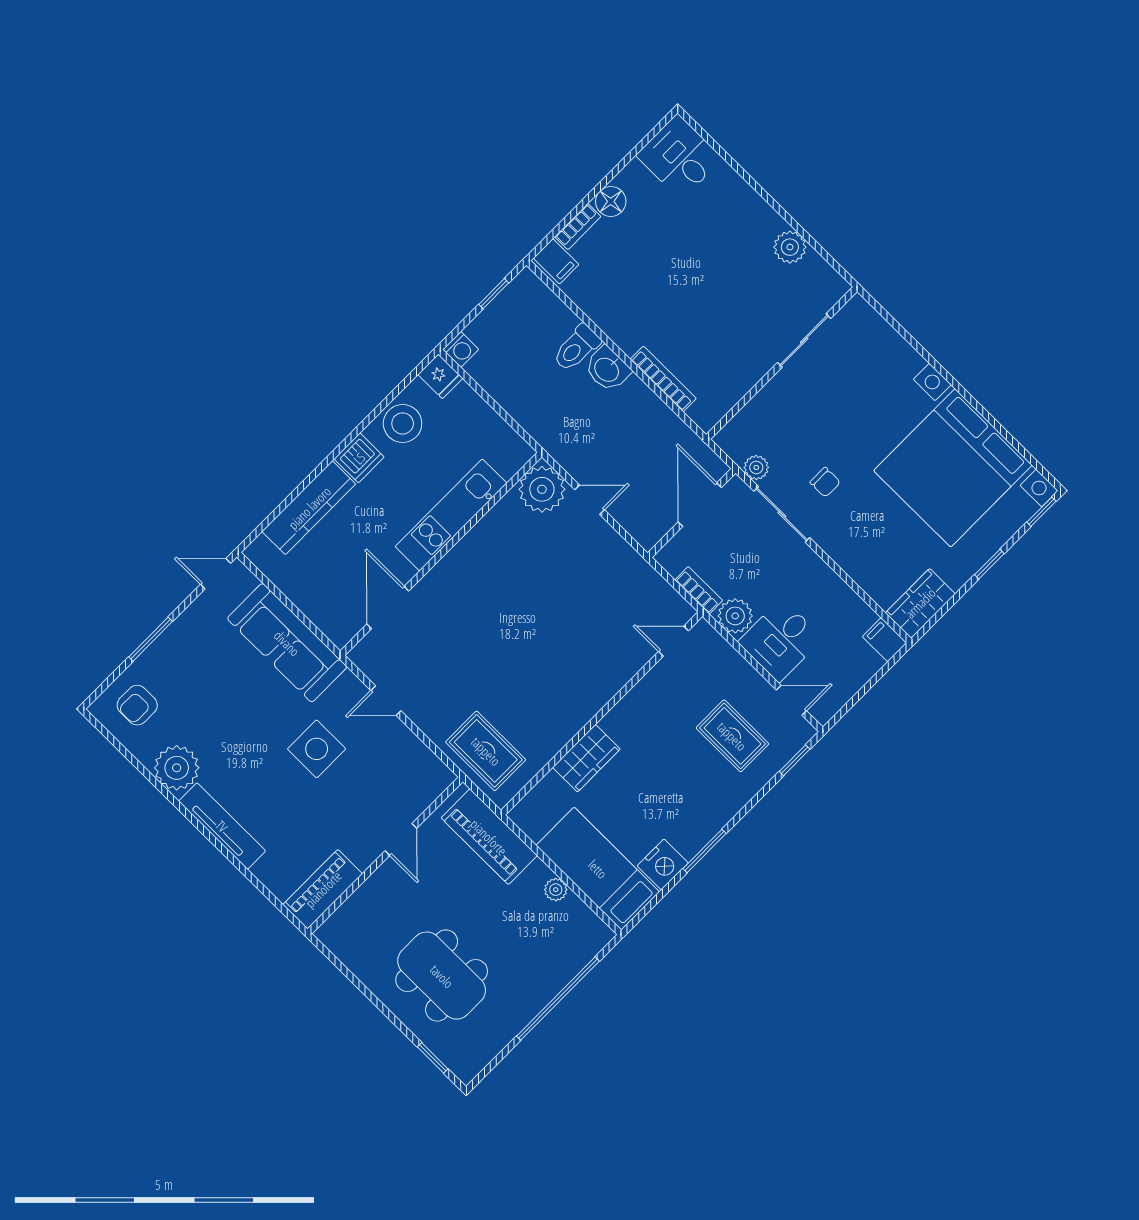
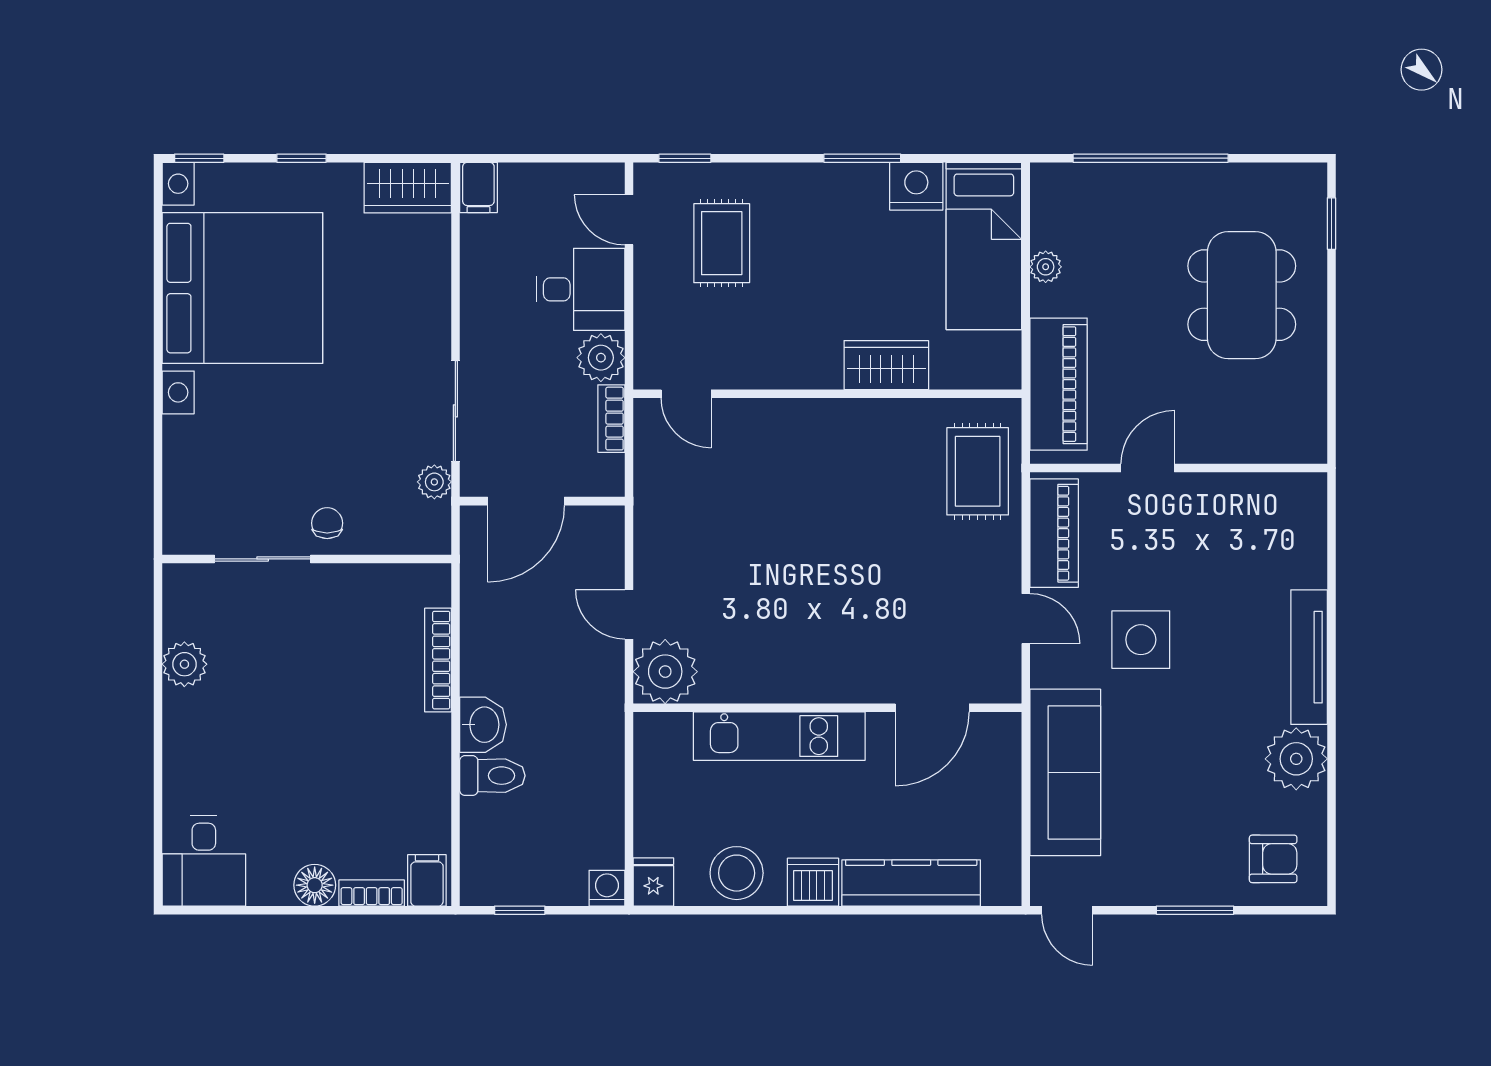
chair: (825, 482) -> (327, 523), moved
piano: (323, 889) -> (1054, 533), moved, turned -90

